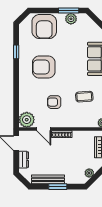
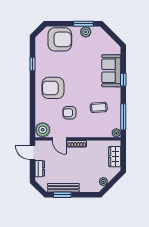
armchair: (44, 27) -> (60, 39), turned -90
armchair: (44, 67) -> (53, 88), moved
window: (58, 187) -> (62, 195), moved

